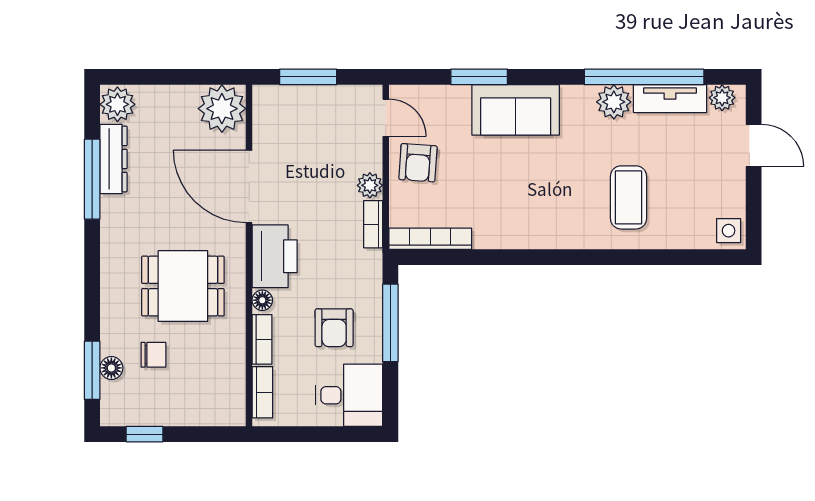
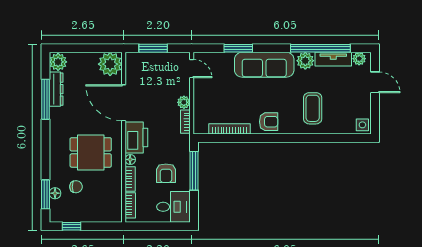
sofa: (516, 110) -> (264, 65), width x1.36
armchair: (418, 163) -> (269, 122), moved, turned -94
bookcase: (430, 239) -> (230, 129), moved

